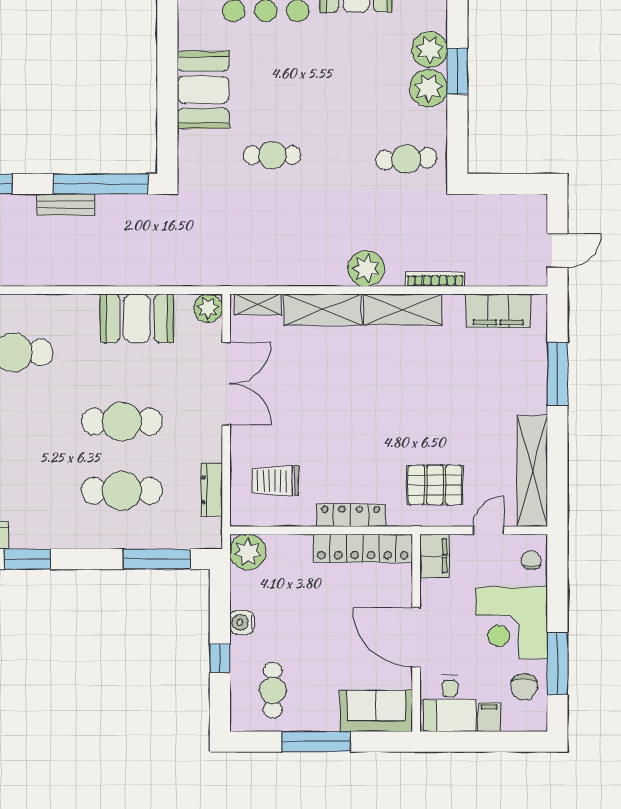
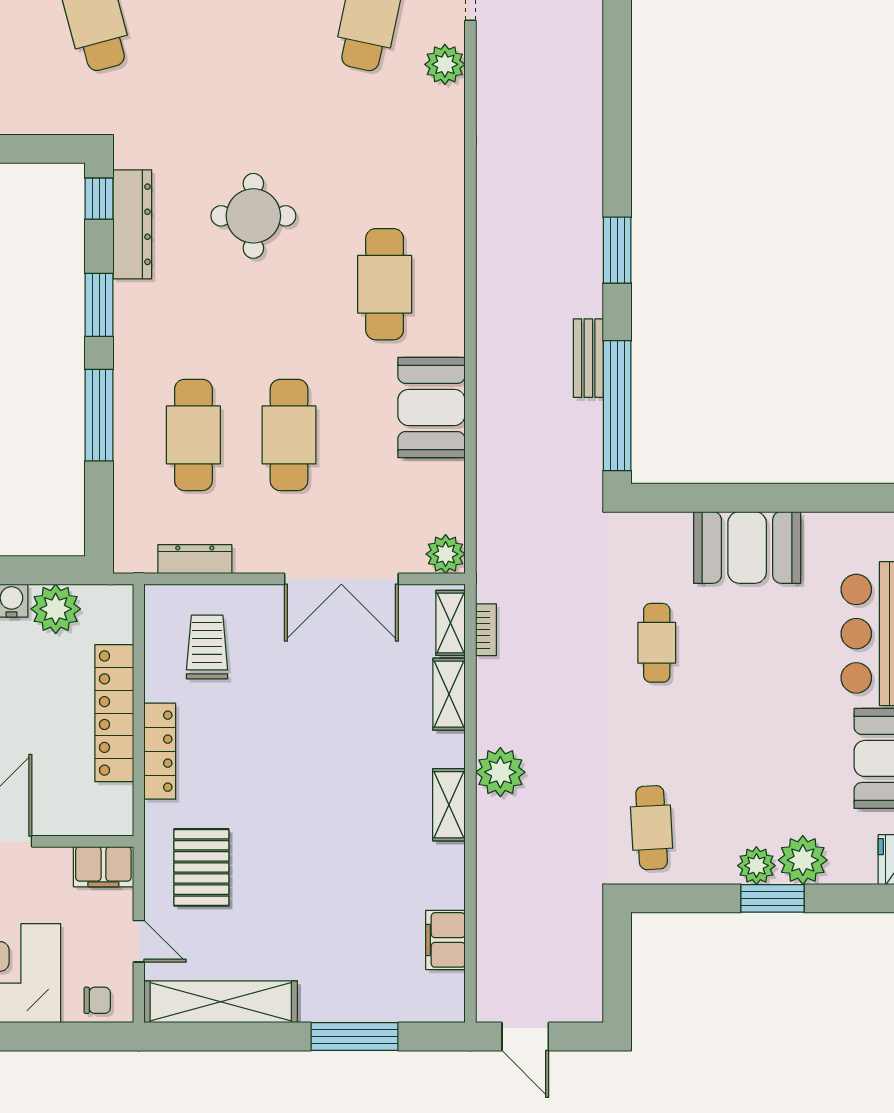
plant: (429, 88) -> (756, 866), width x0.73, depth x0.73
bookcase: (435, 279) -> (486, 630), moved, width x0.64
shelving: (323, 310) -> (449, 694), width x0.67, depth x0.75
shelving: (403, 310) -> (449, 805), width x0.67, depth x0.75
filing cabinet: (498, 311) -> (445, 940), width x0.67, depth x0.86
booth: (137, 318) -> (431, 407), moved
locker: (363, 548) -> (114, 713), moved
plant: (248, 552) -> (56, 609), moved
window: (157, 559) -> (99, 415), moved

